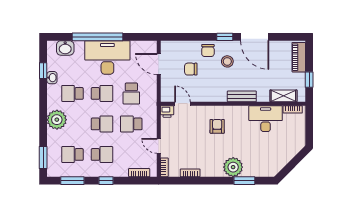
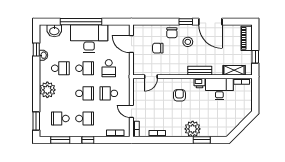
school desk: (72, 93) -> (60, 68), turned 180
door: (182, 104) -> (151, 77), swing flipped
printer: (167, 111) -> (200, 83), moved

